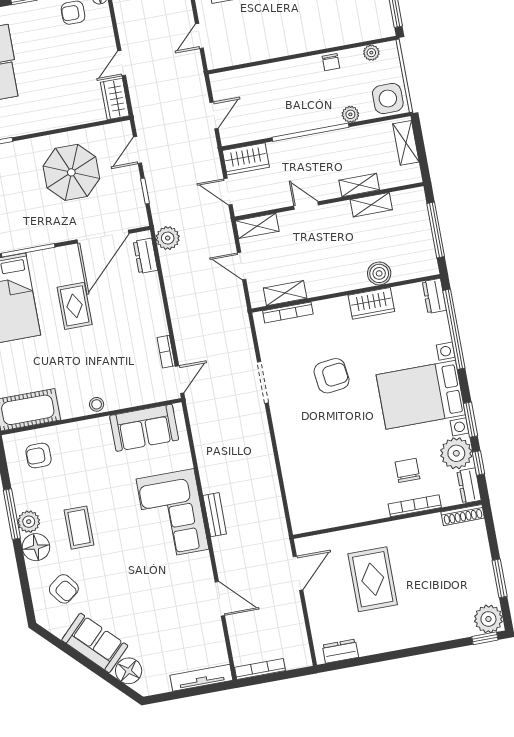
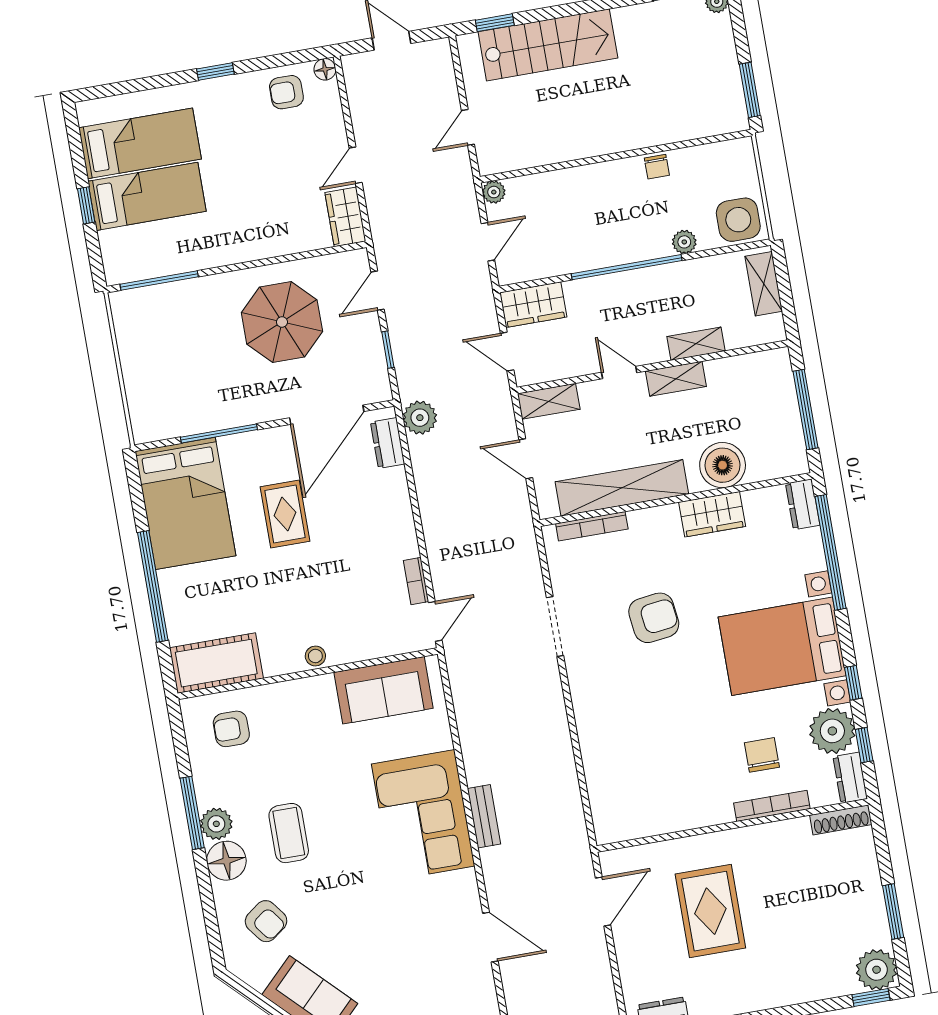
plant: (371, 53) -> (494, 192), moved
shelving: (371, 205) -> (676, 379), moved
boiler: (379, 273) -> (723, 465), width x1.37, depth x1.37
shelving: (285, 293) -> (622, 488), width x2.20, depth x1.33
window: (470, 420) -> (853, 683), width x0.67

